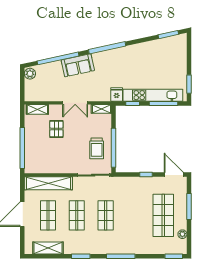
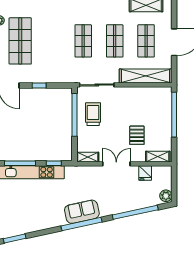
sofa: (78, 65) -> (82, 212), moved
fridge: (117, 94) -> (145, 173), moved

